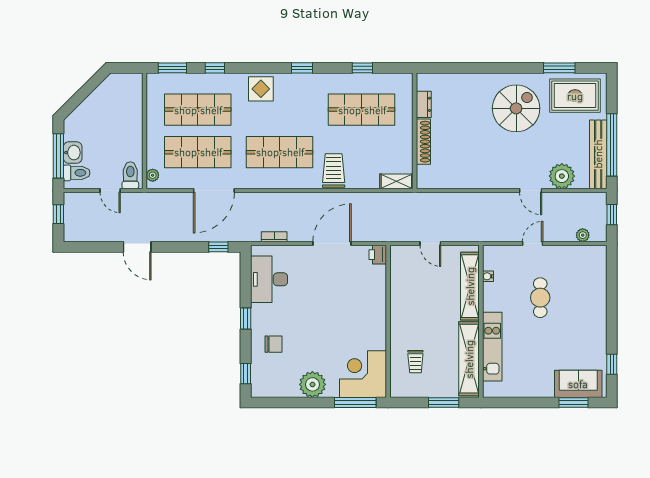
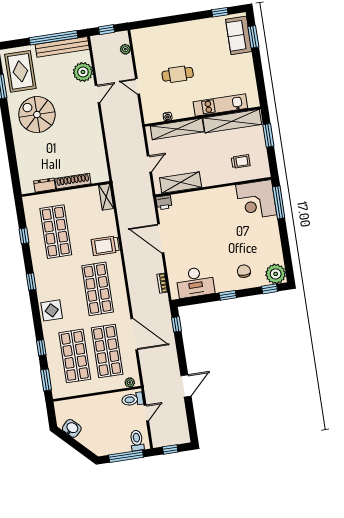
washbasin: (73, 153) -> (72, 428), moved, turned 45
shelving: (400, 280) -> (181, 183), added
plant: (312, 384) -> (276, 274), moved

